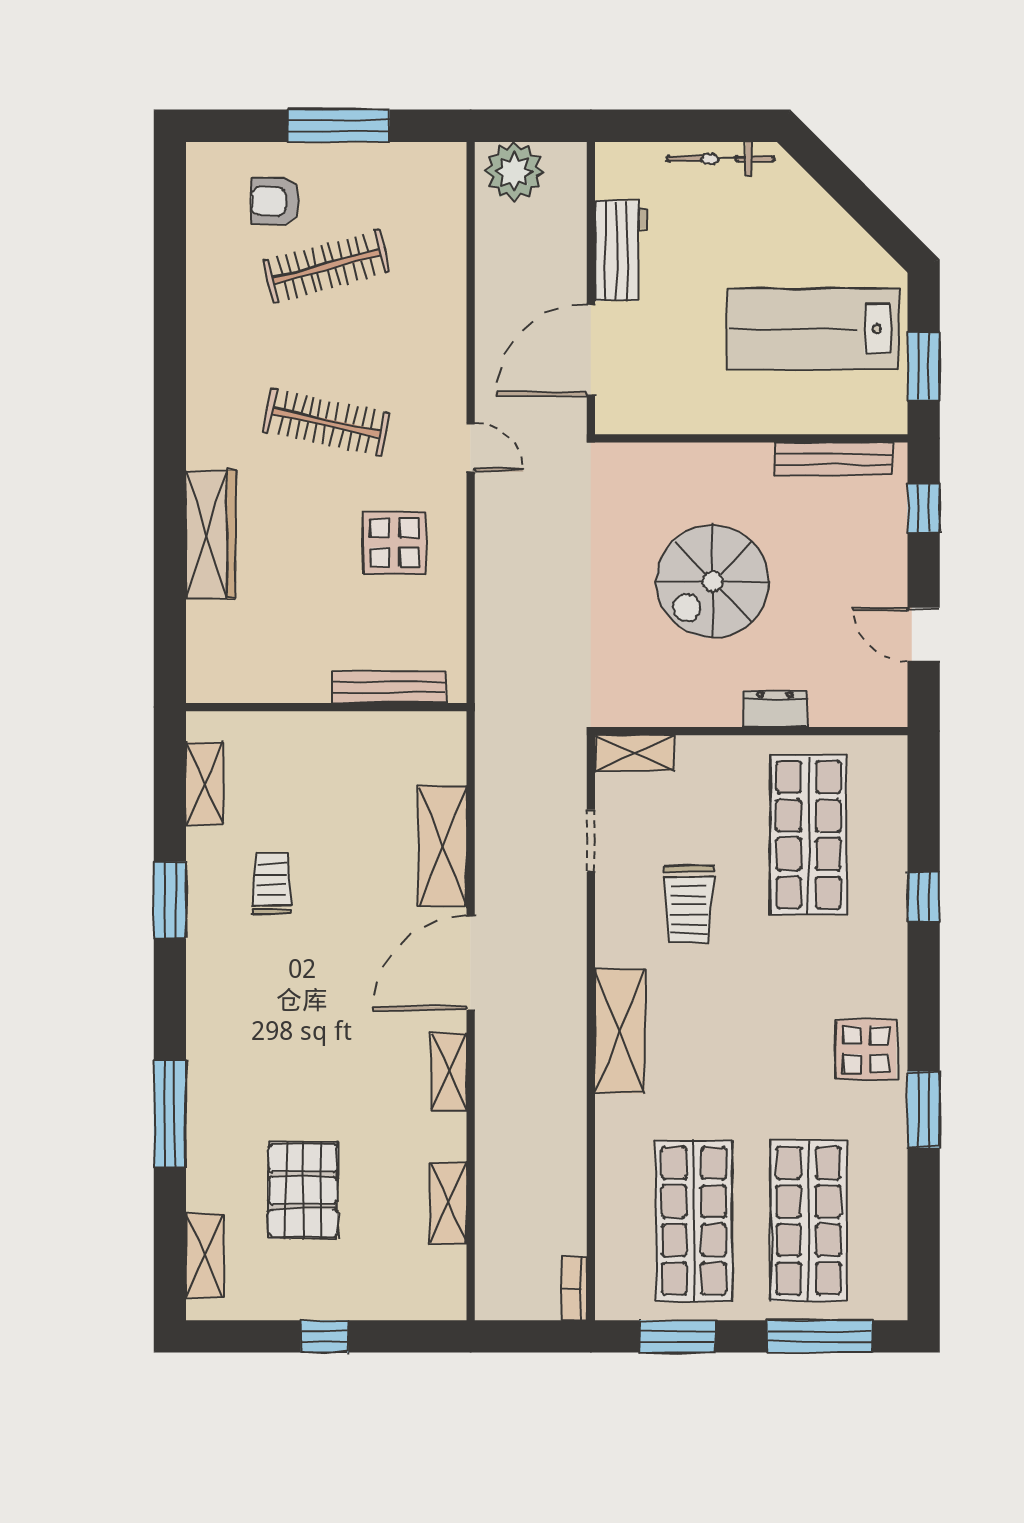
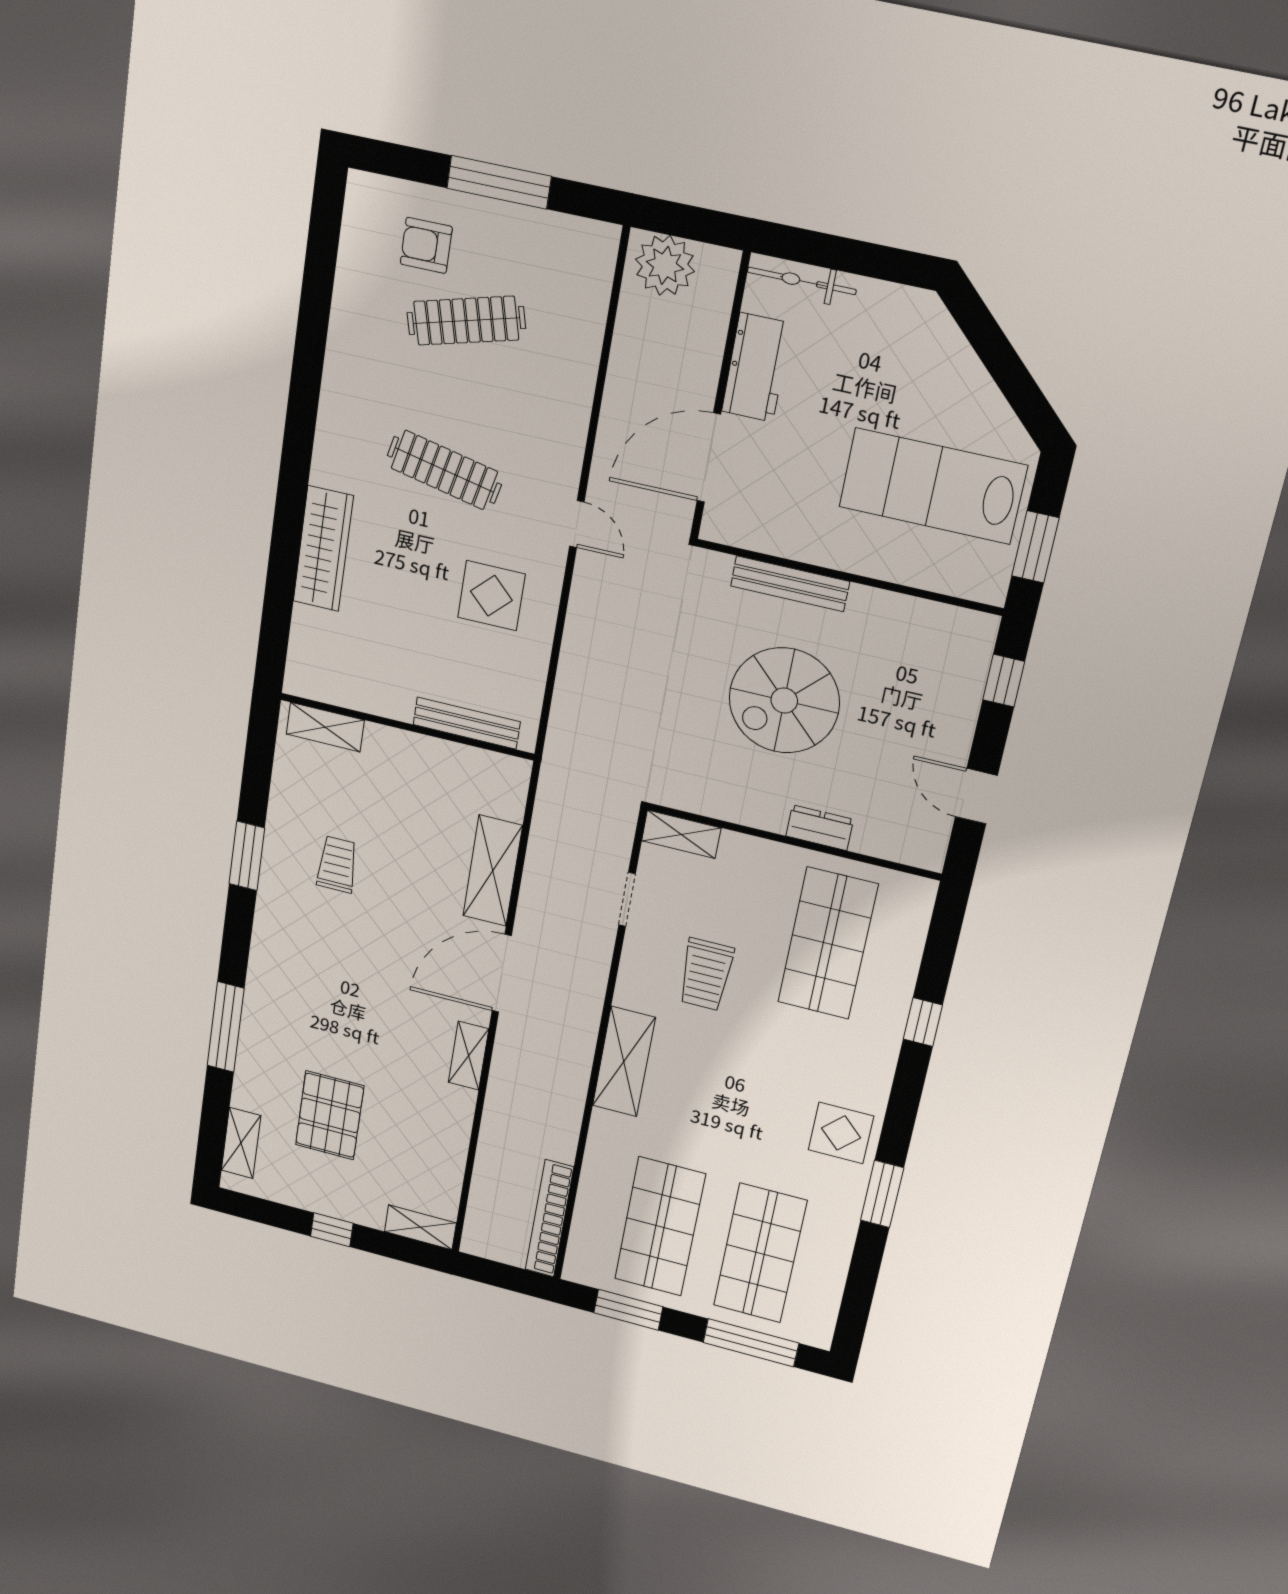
bicycle: (721, 159) -> (802, 281), moved
bench: (833, 459) -> (790, 584), moved
shelving: (205, 784) -> (325, 727), moved, turned 90
shelving: (448, 1203) -> (420, 1227), moved, turned 90
bookcase: (574, 1288) -> (549, 1218), width x2.31, depth x1.31

